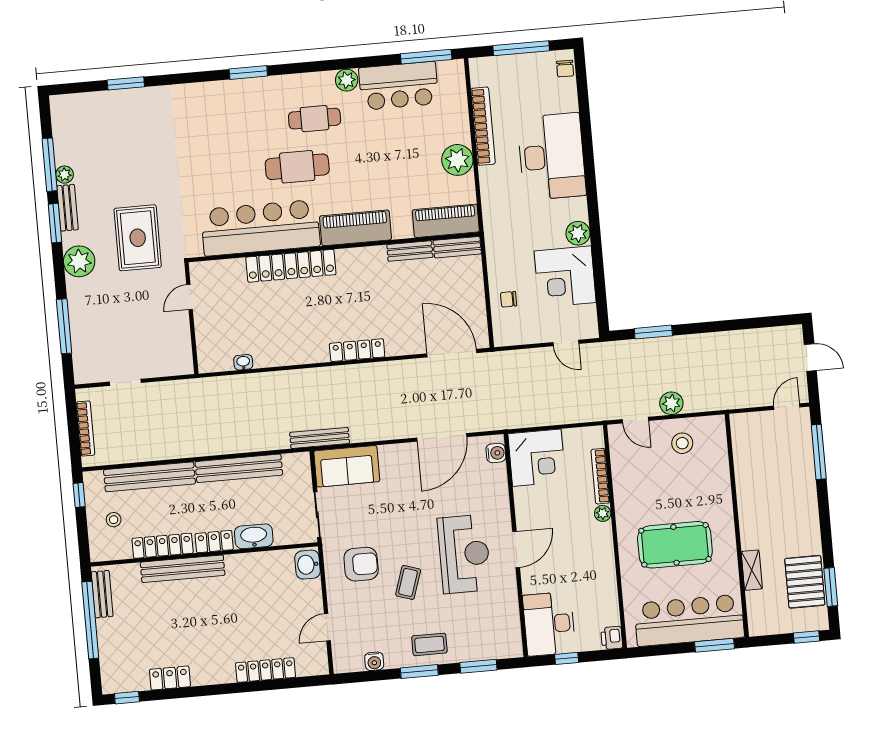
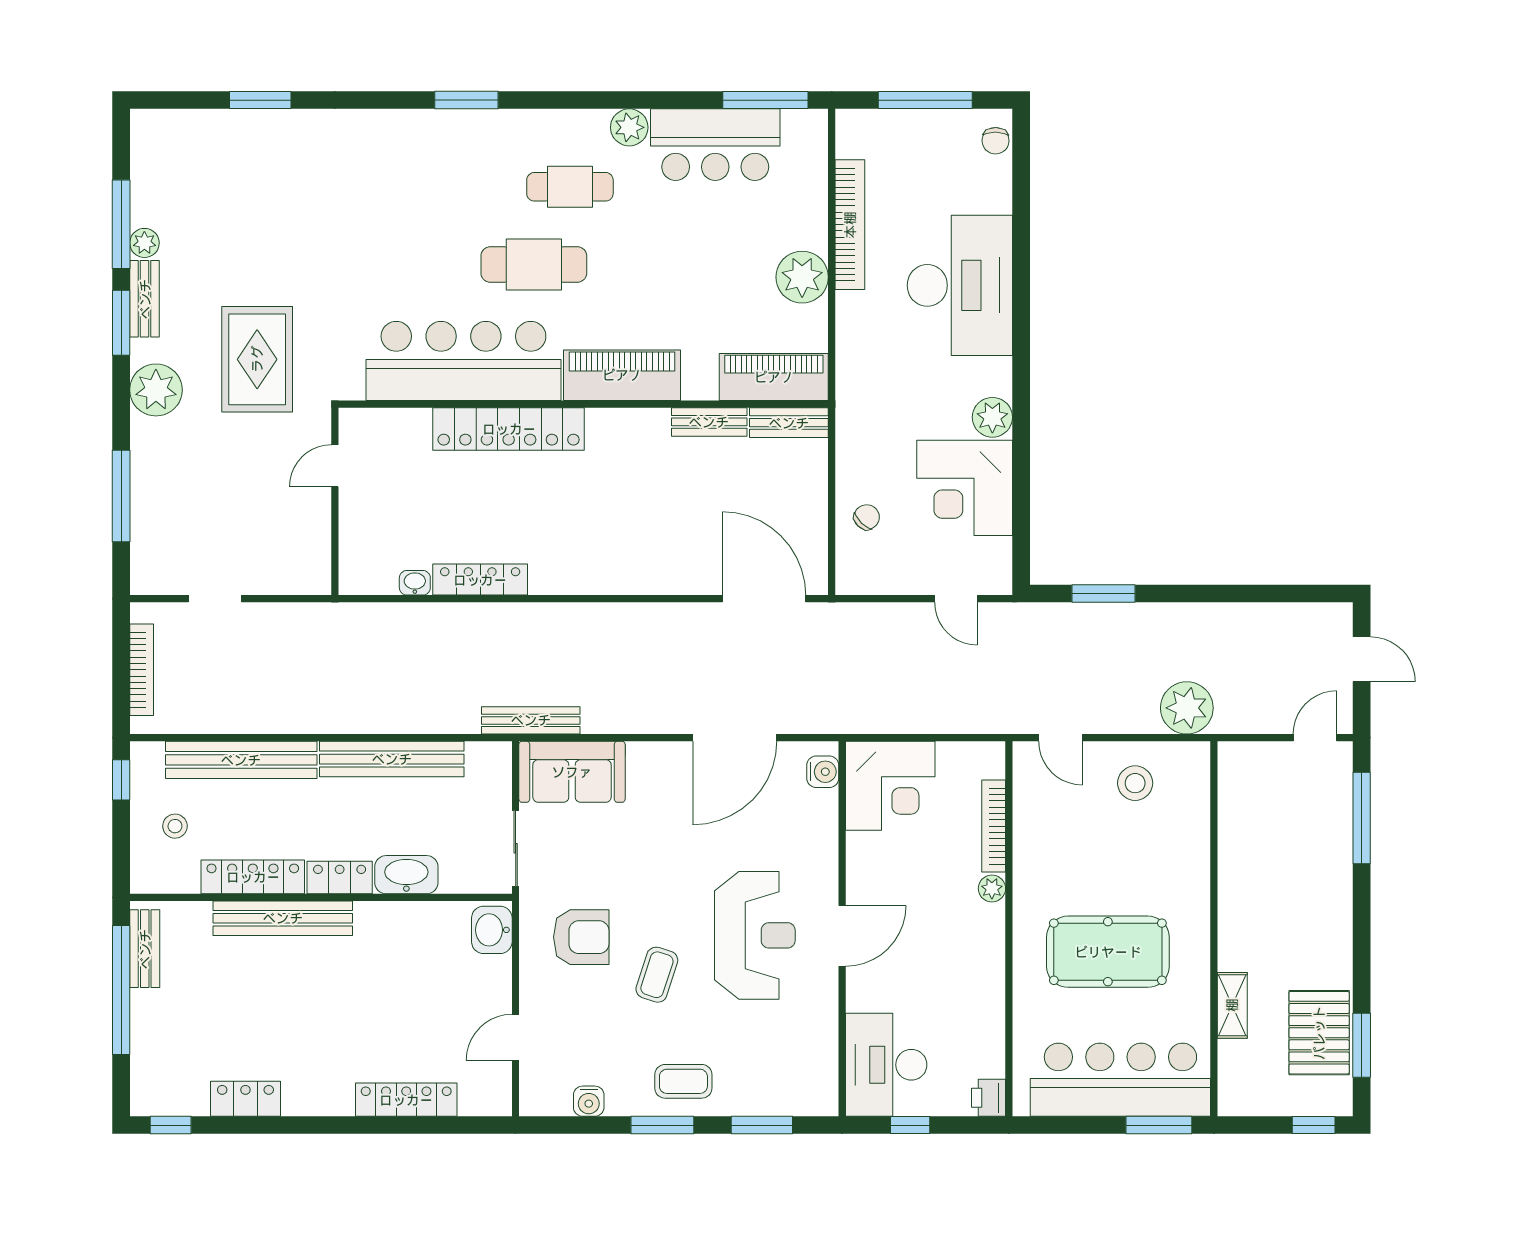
chair: (509, 299) -> (867, 517), turned 134
locker: (357, 350) -> (480, 580), moved
plant: (671, 403) -> (1187, 708), moved, width x1.36, depth x1.36

